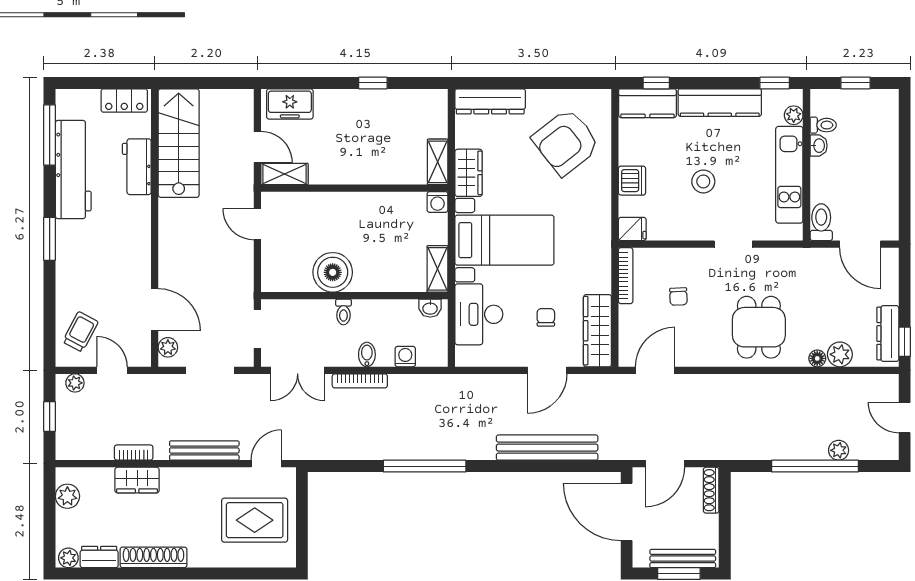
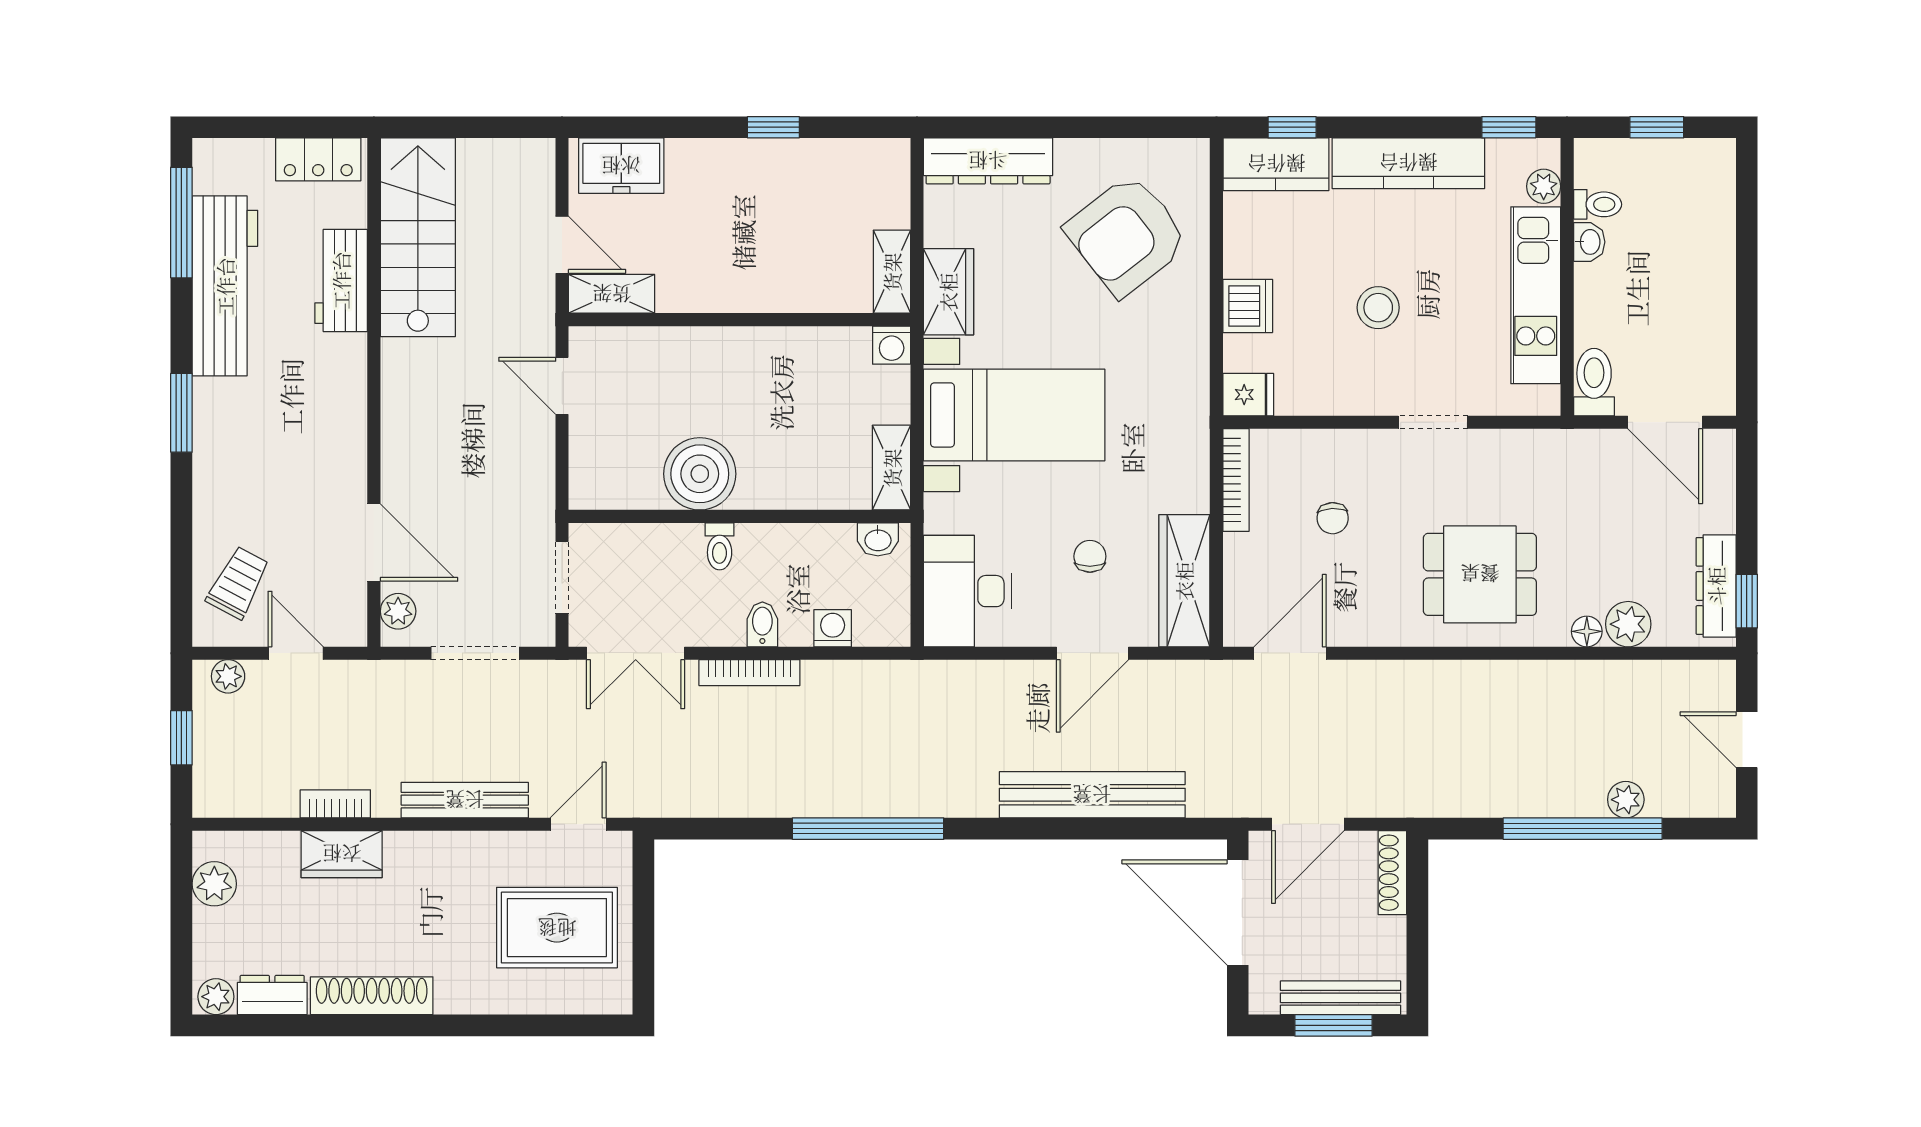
desk: (479, 314) -> (967, 591), moved
dining table: (759, 327) -> (1480, 574), turned 90

